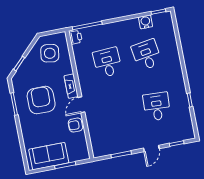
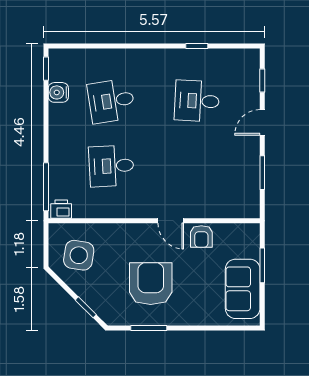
fireplace: (71, 86) -> (138, 231), removed
armchair: (41, 100) -> (151, 284), turned 90
door: (151, 148) -> (262, 122), swing flipped

